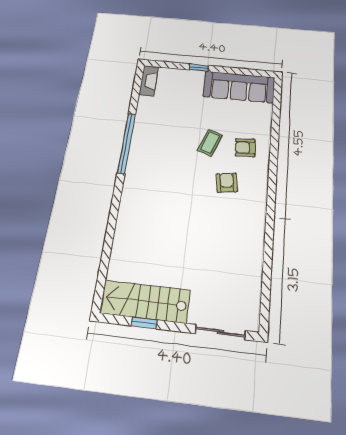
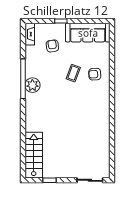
plant: (140, 154) -> (32, 85), added
armchair: (227, 183) -> (52, 46), moved
stairs: (146, 302) -> (34, 155), moved, turned 90

